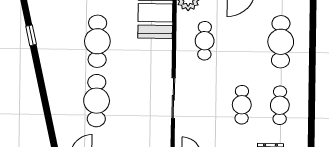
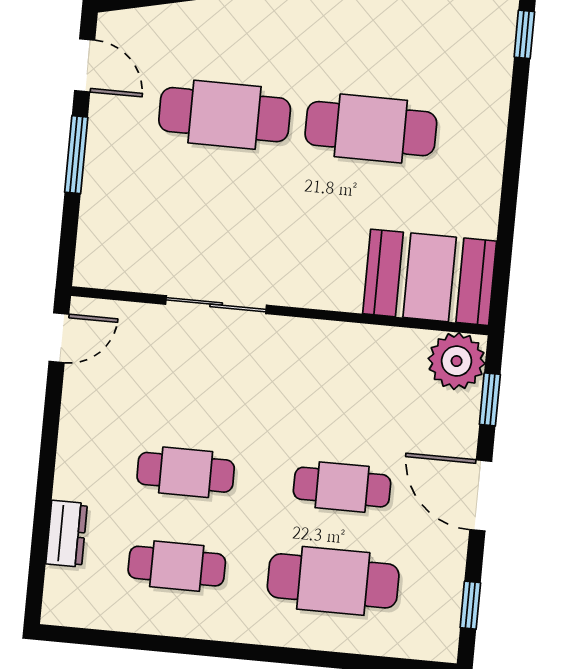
cafe table: (205, 41) -> (342, 487), moved

